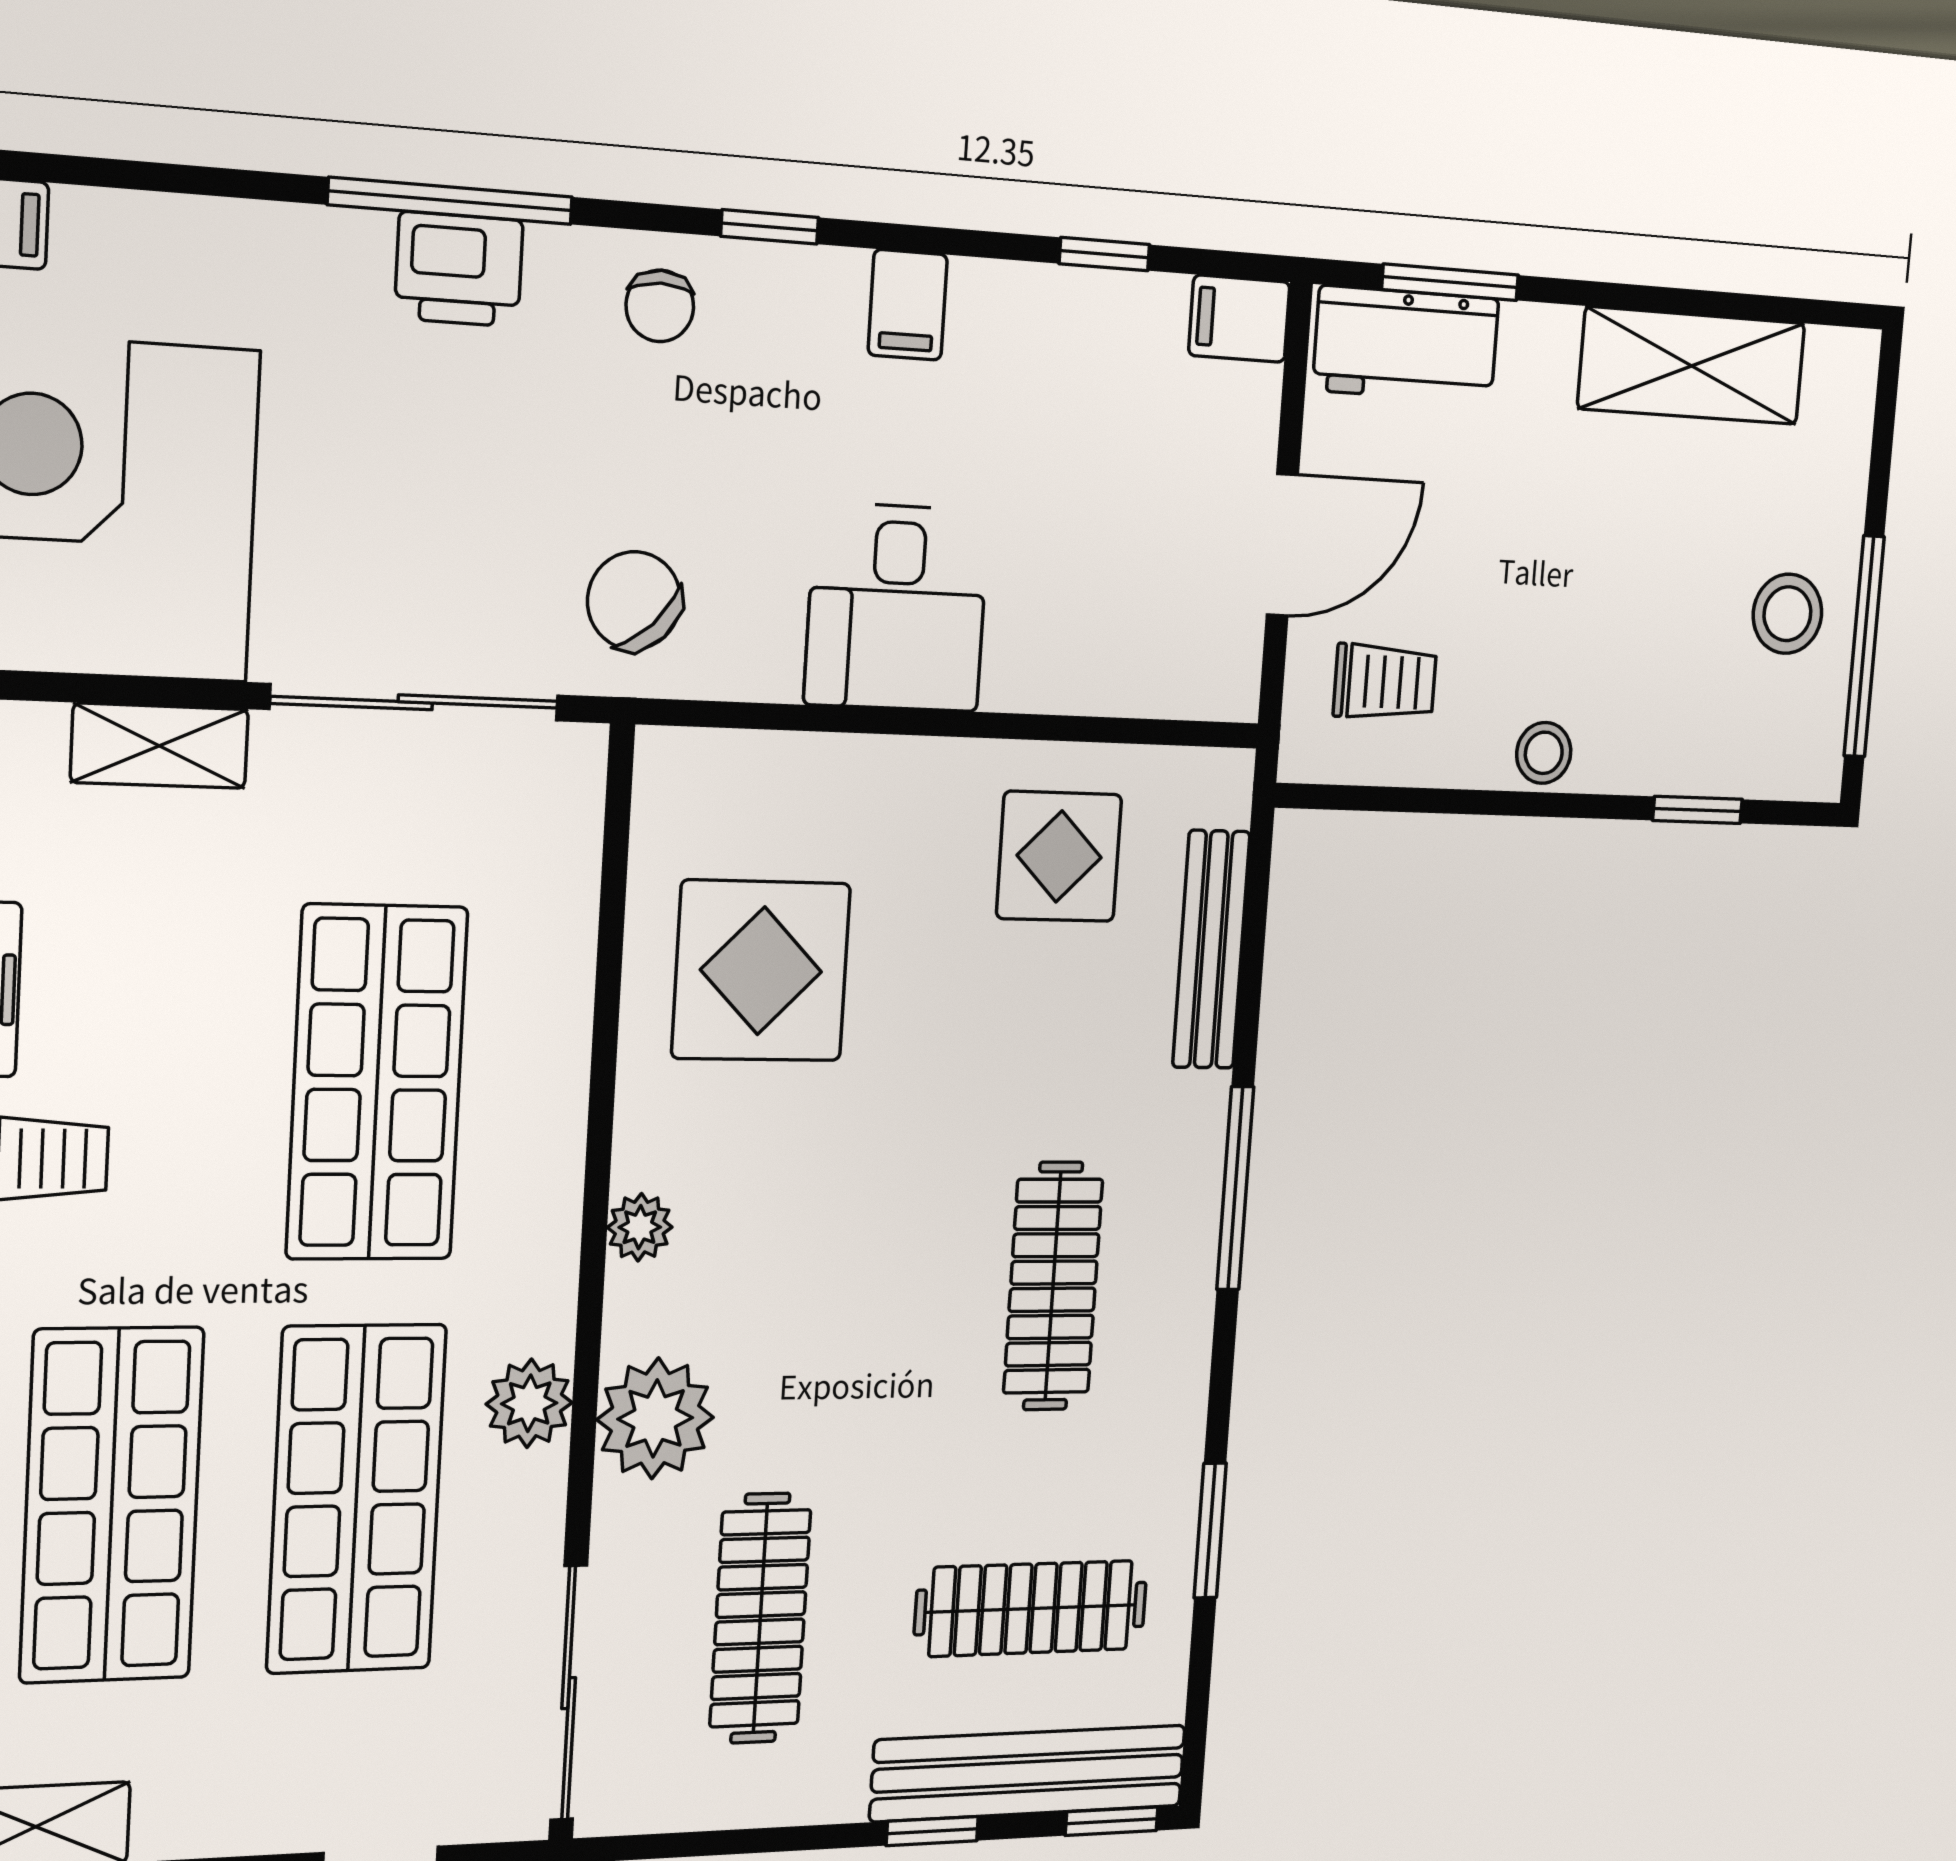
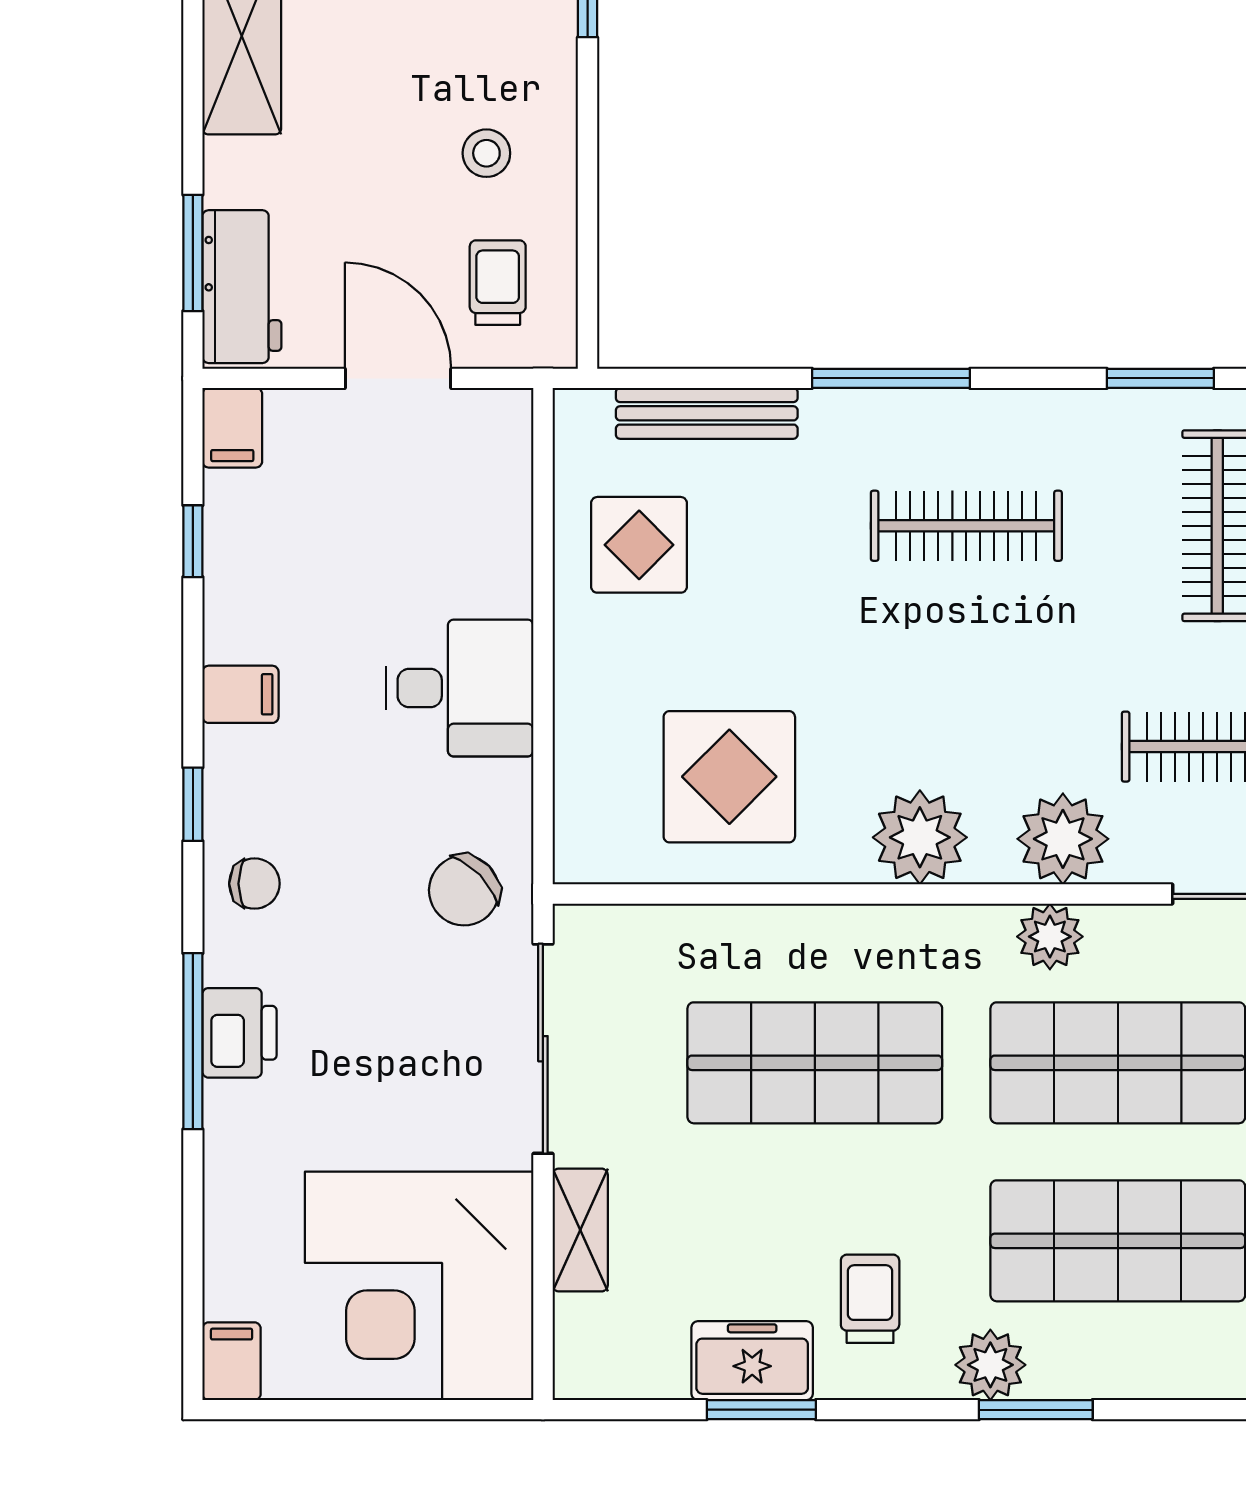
stool: (1544, 753) -> (486, 153), moved
plant: (640, 1227) -> (920, 837), width x1.87, depth x1.87

